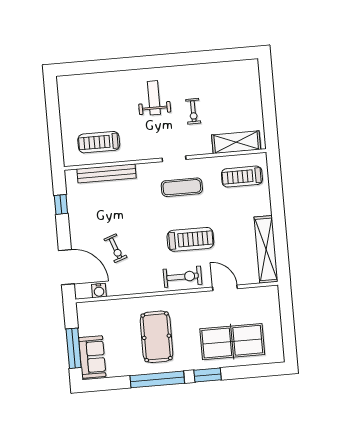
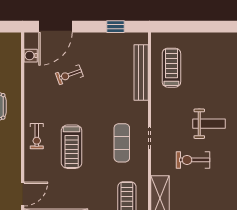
exercise bike: (193, 111) -> (193, 160), width x1.38, depth x1.39
exercise bike: (183, 277) -> (37, 136), width x0.73, depth x0.72
door: (225, 288) -> (23, 194), moved

